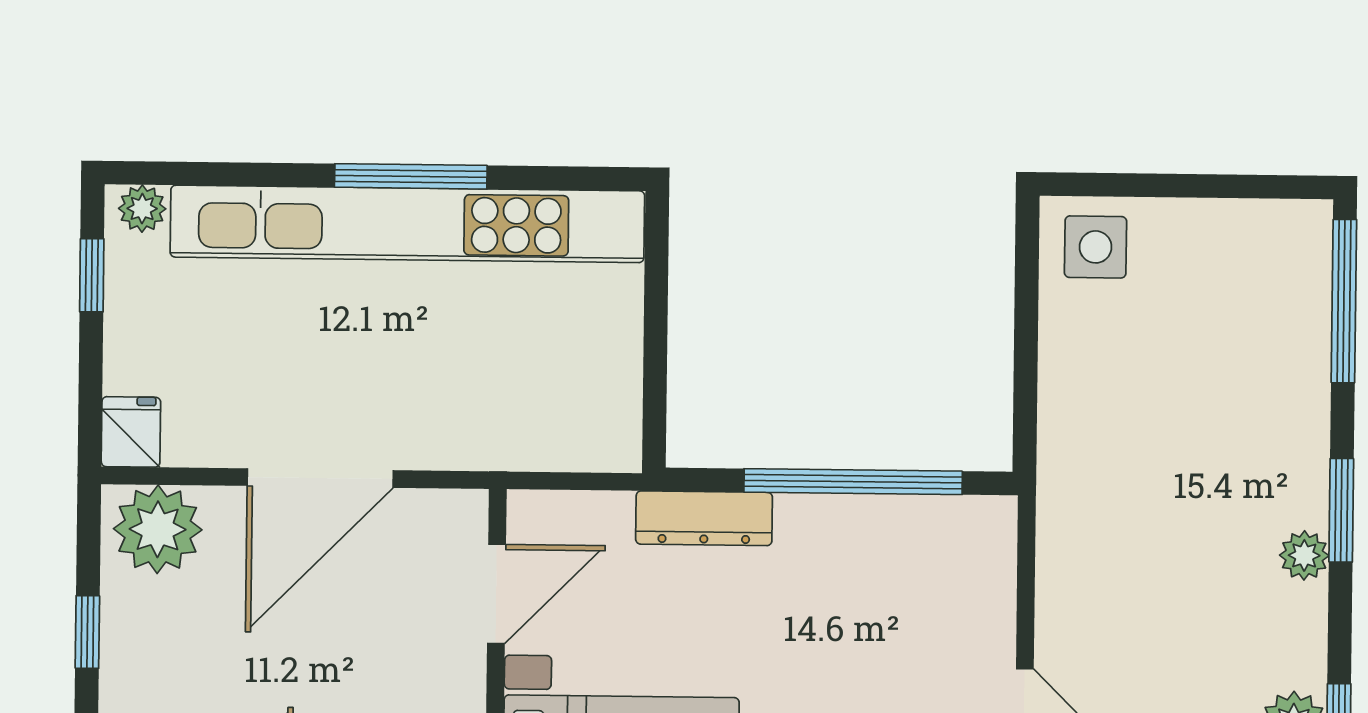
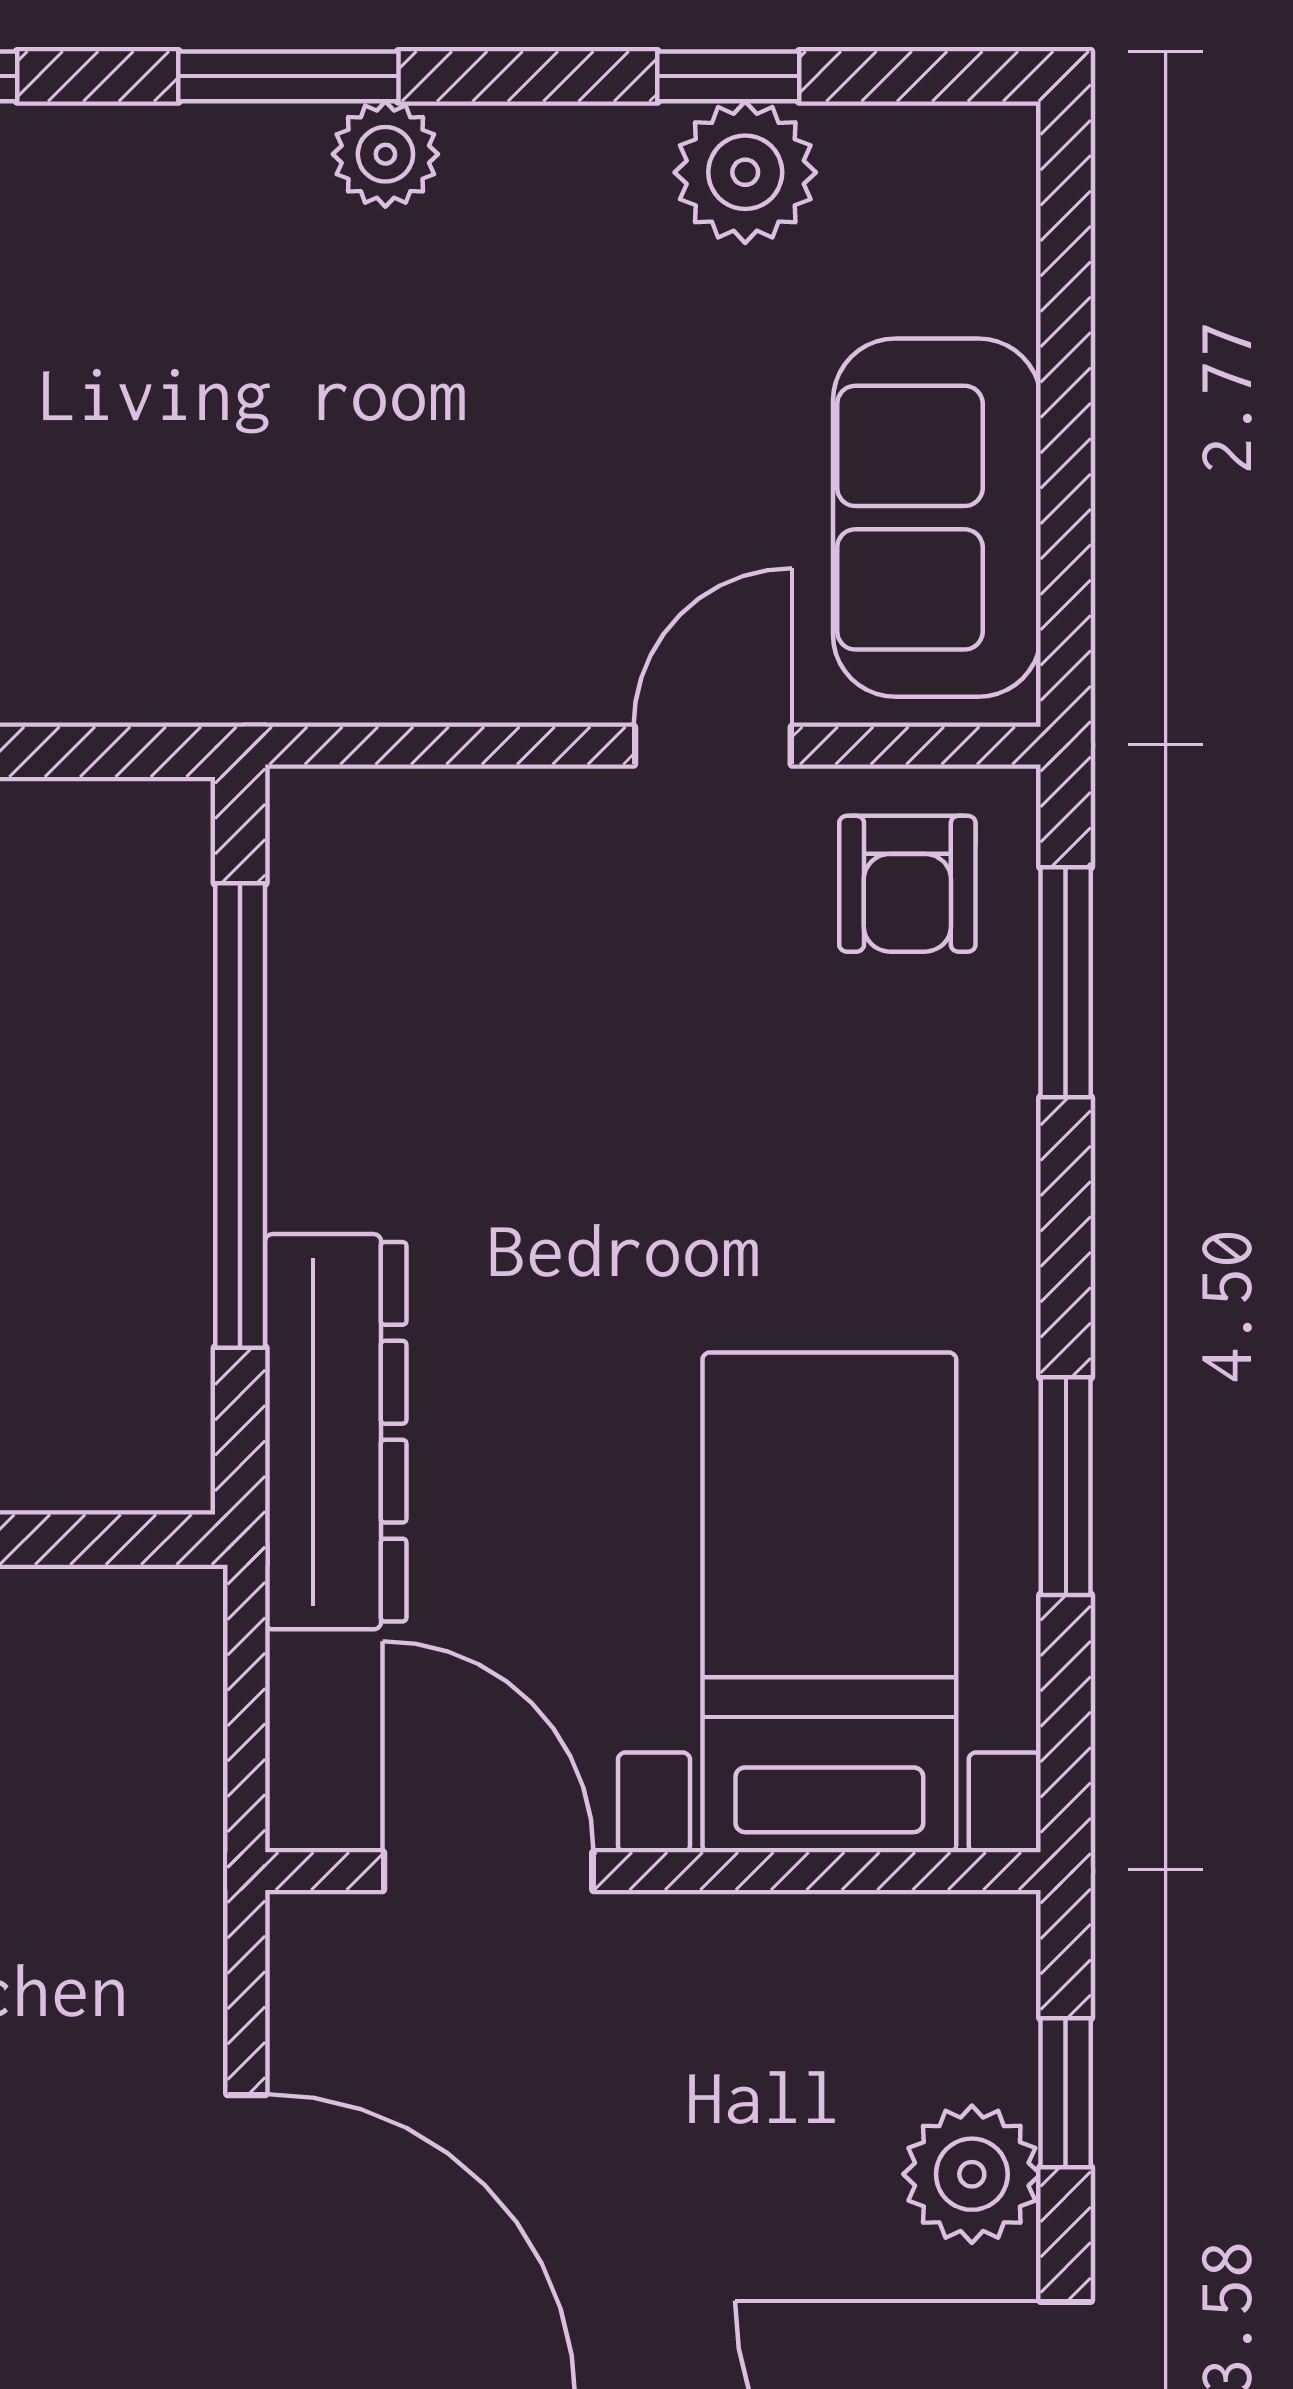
dresser: (704, 518) -> (336, 1432), width x1.37, depth x1.24

